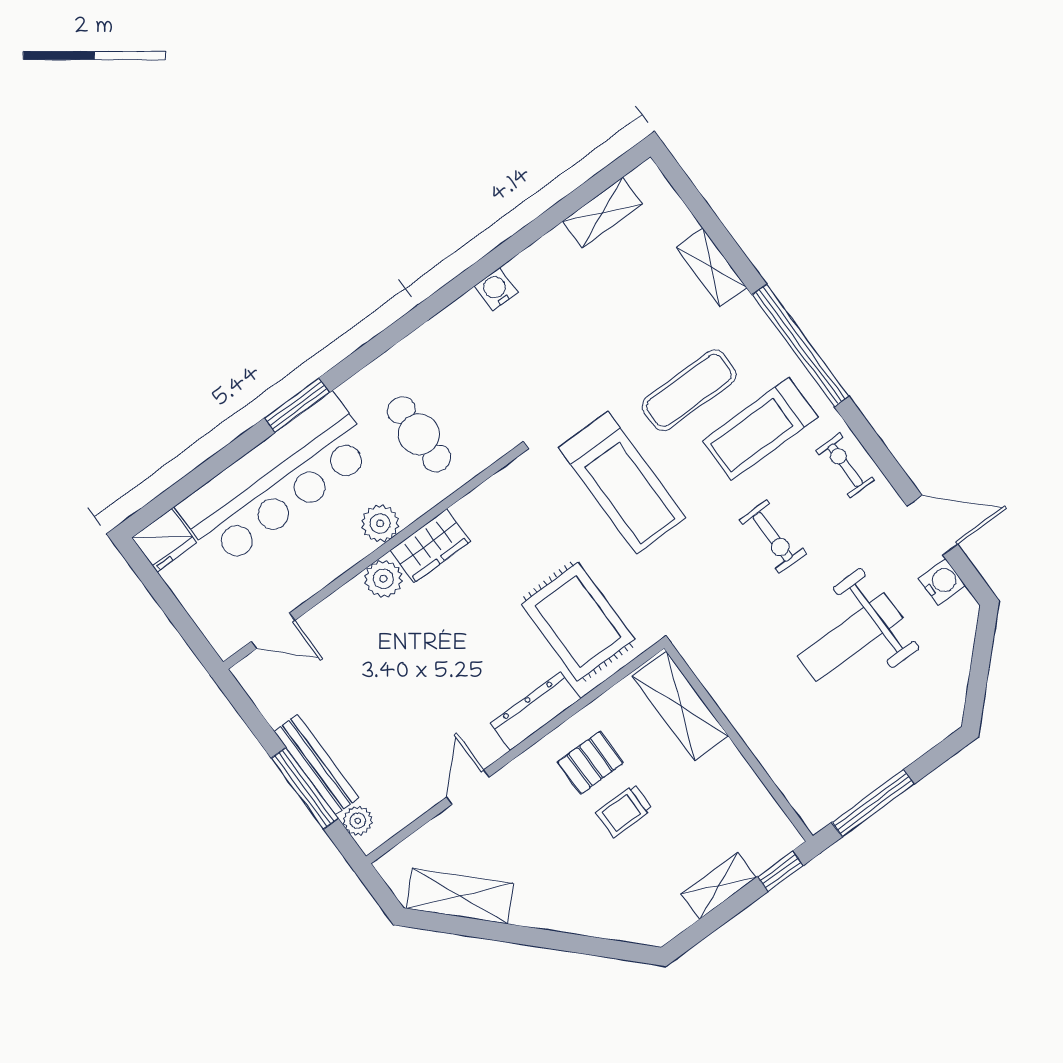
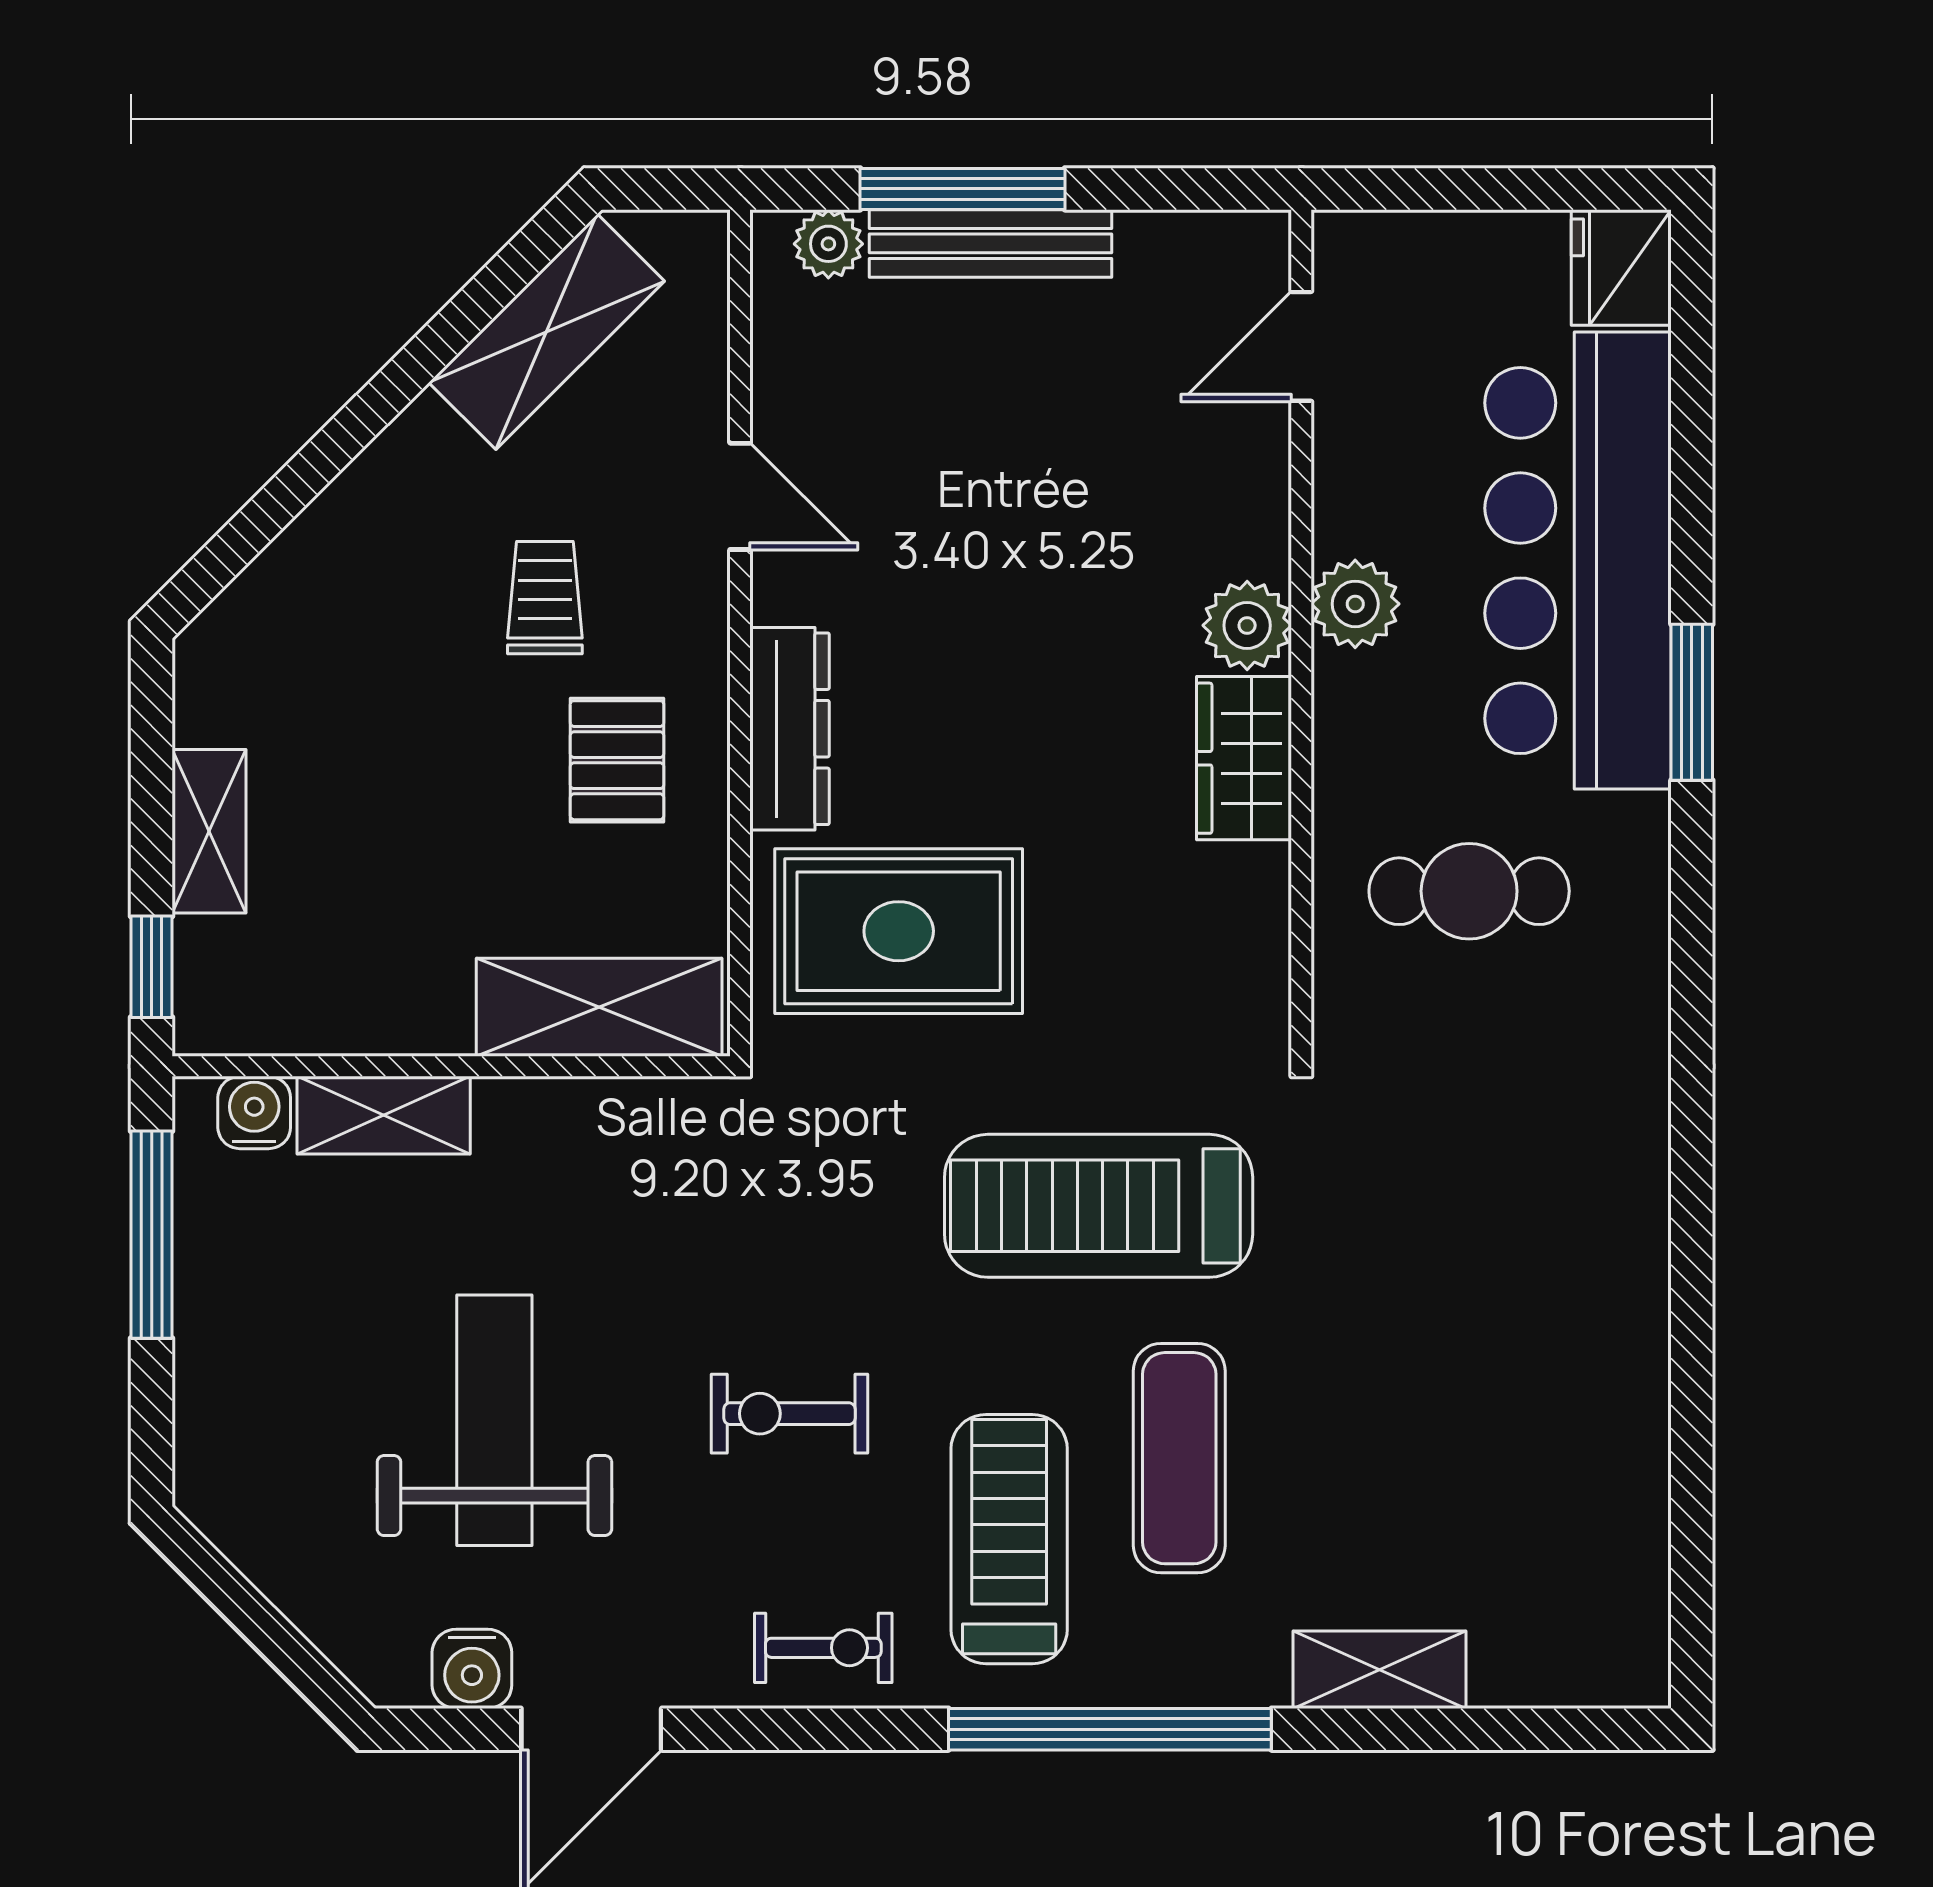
shelving: (602, 213) -> (384, 1115), moved, turned 90
water cooler: (496, 289) -> (254, 1113), moved, turned -90
plant: (380, 524) -> (1355, 604), moved
trolley: (624, 811) -> (545, 598), moved

